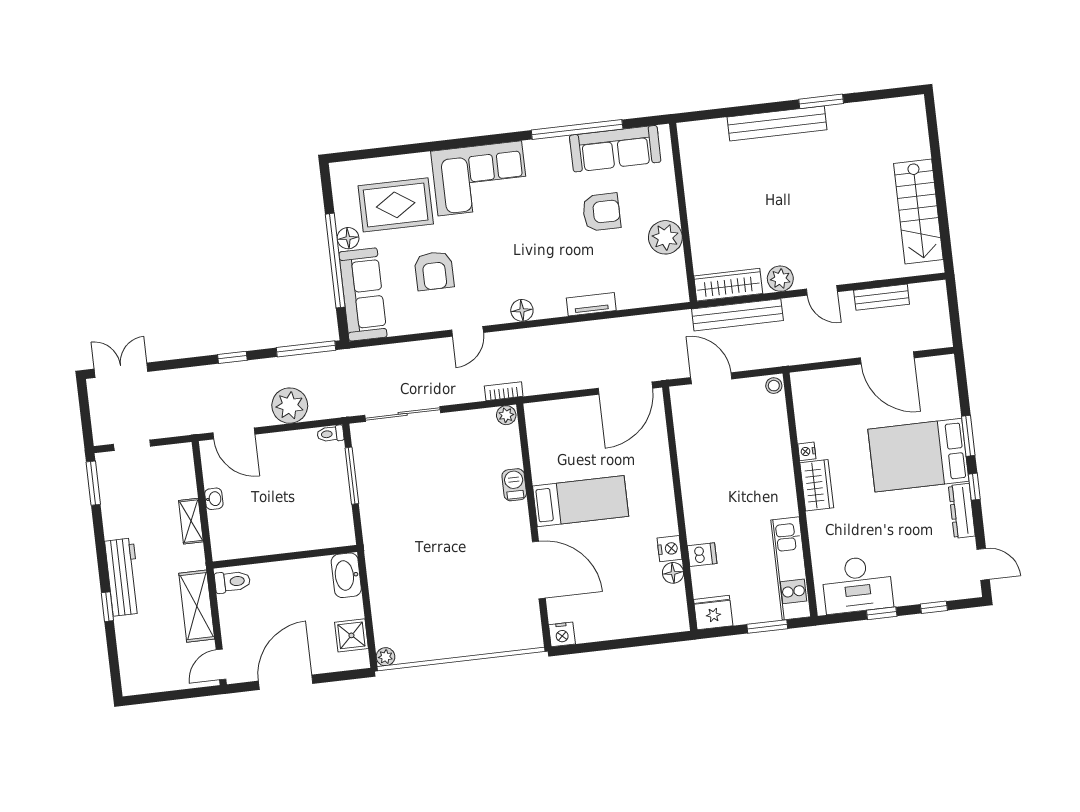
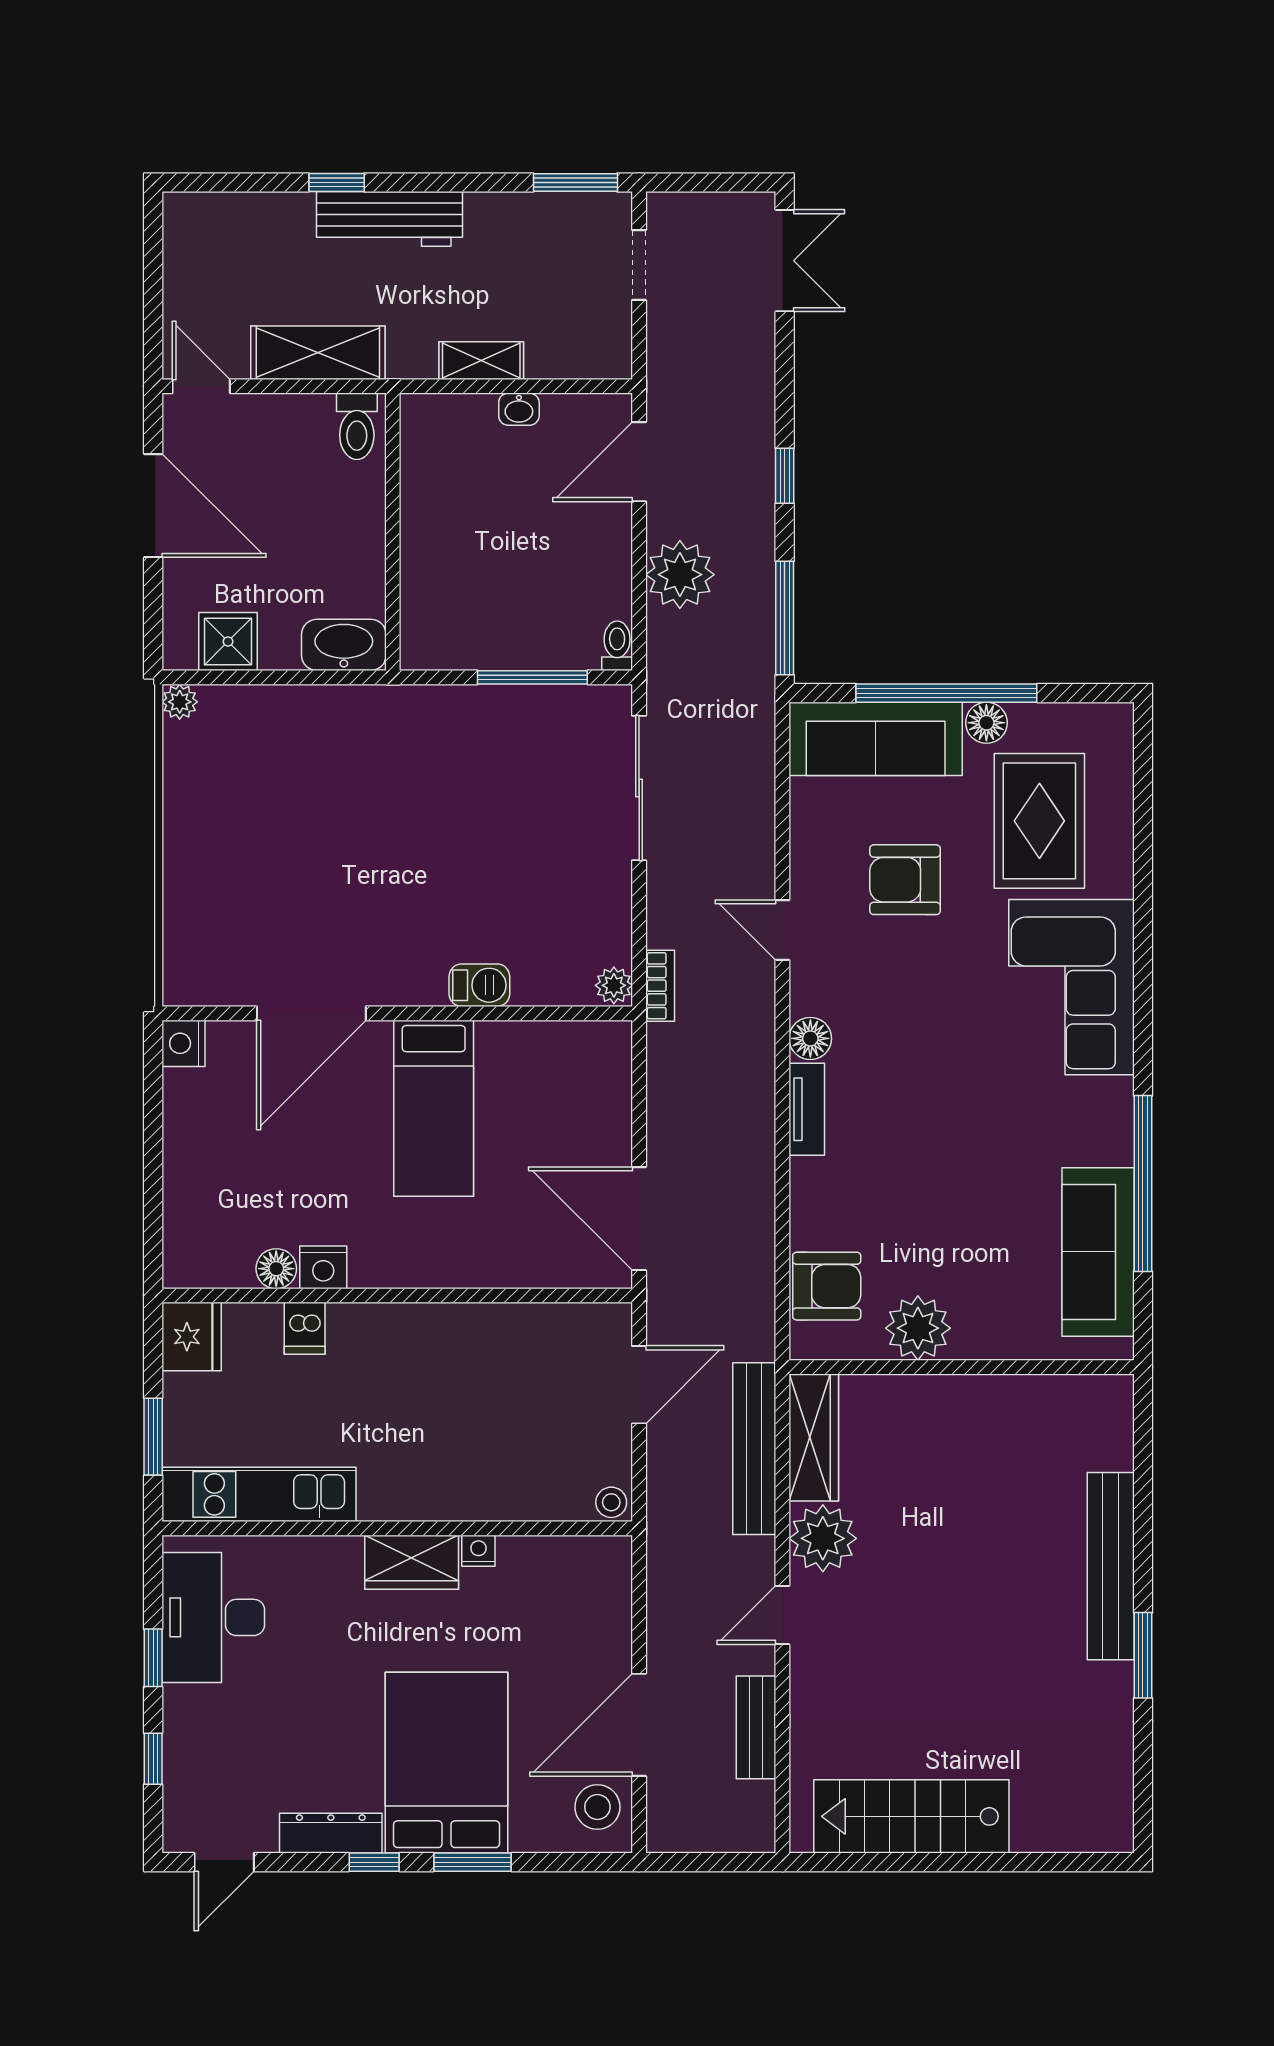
armchair: (601, 212) -> (827, 1286), moved, turned -90
plant: (780, 279) -> (823, 1538), width x1.36, depth x1.36
tv unit: (591, 304) -> (807, 1109), moved
stool: (932, 375) -> (597, 1807), added

